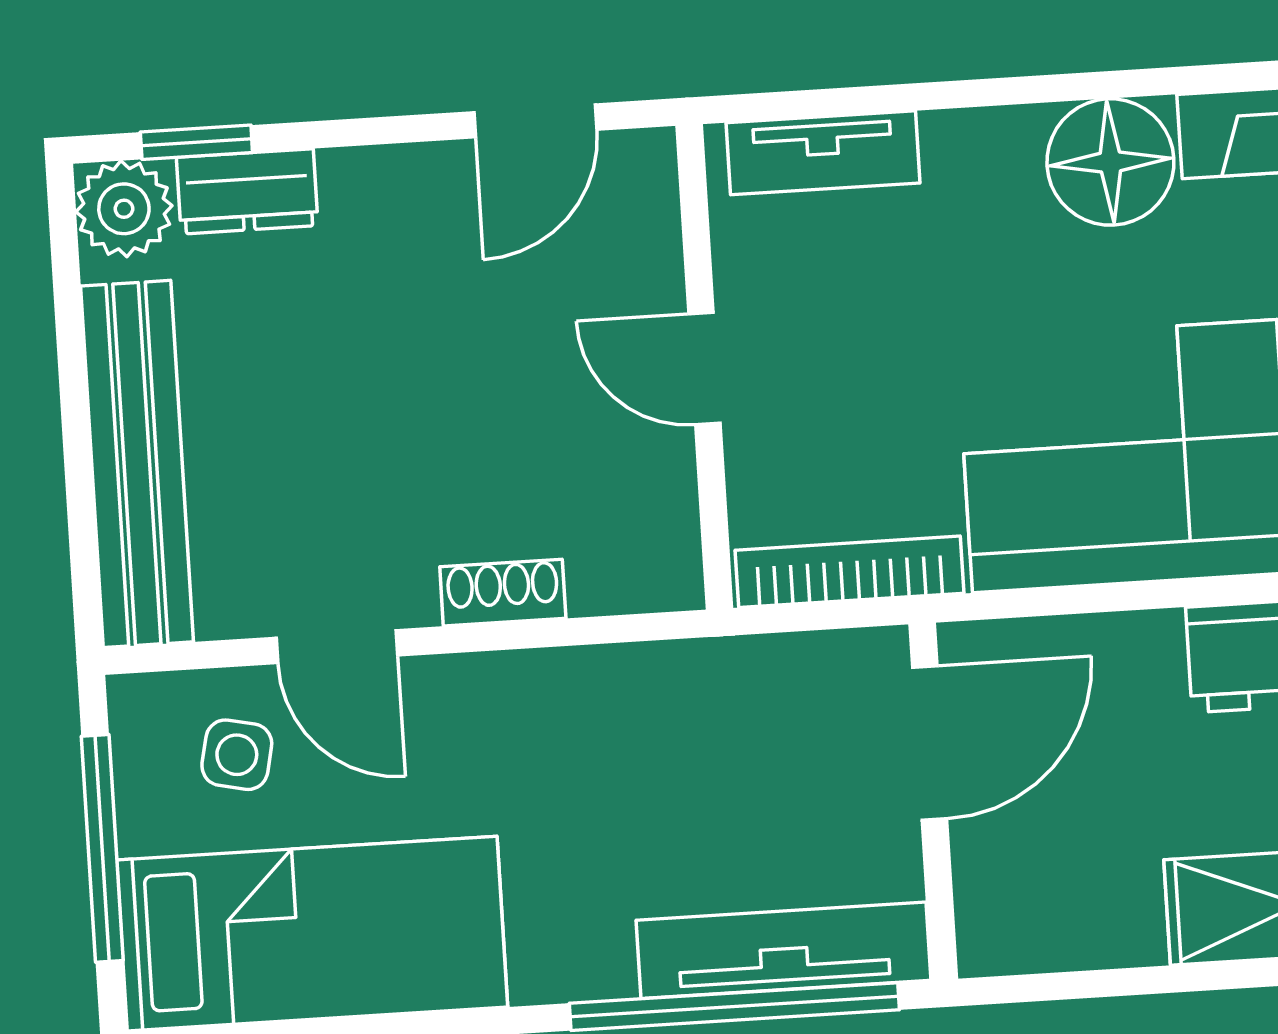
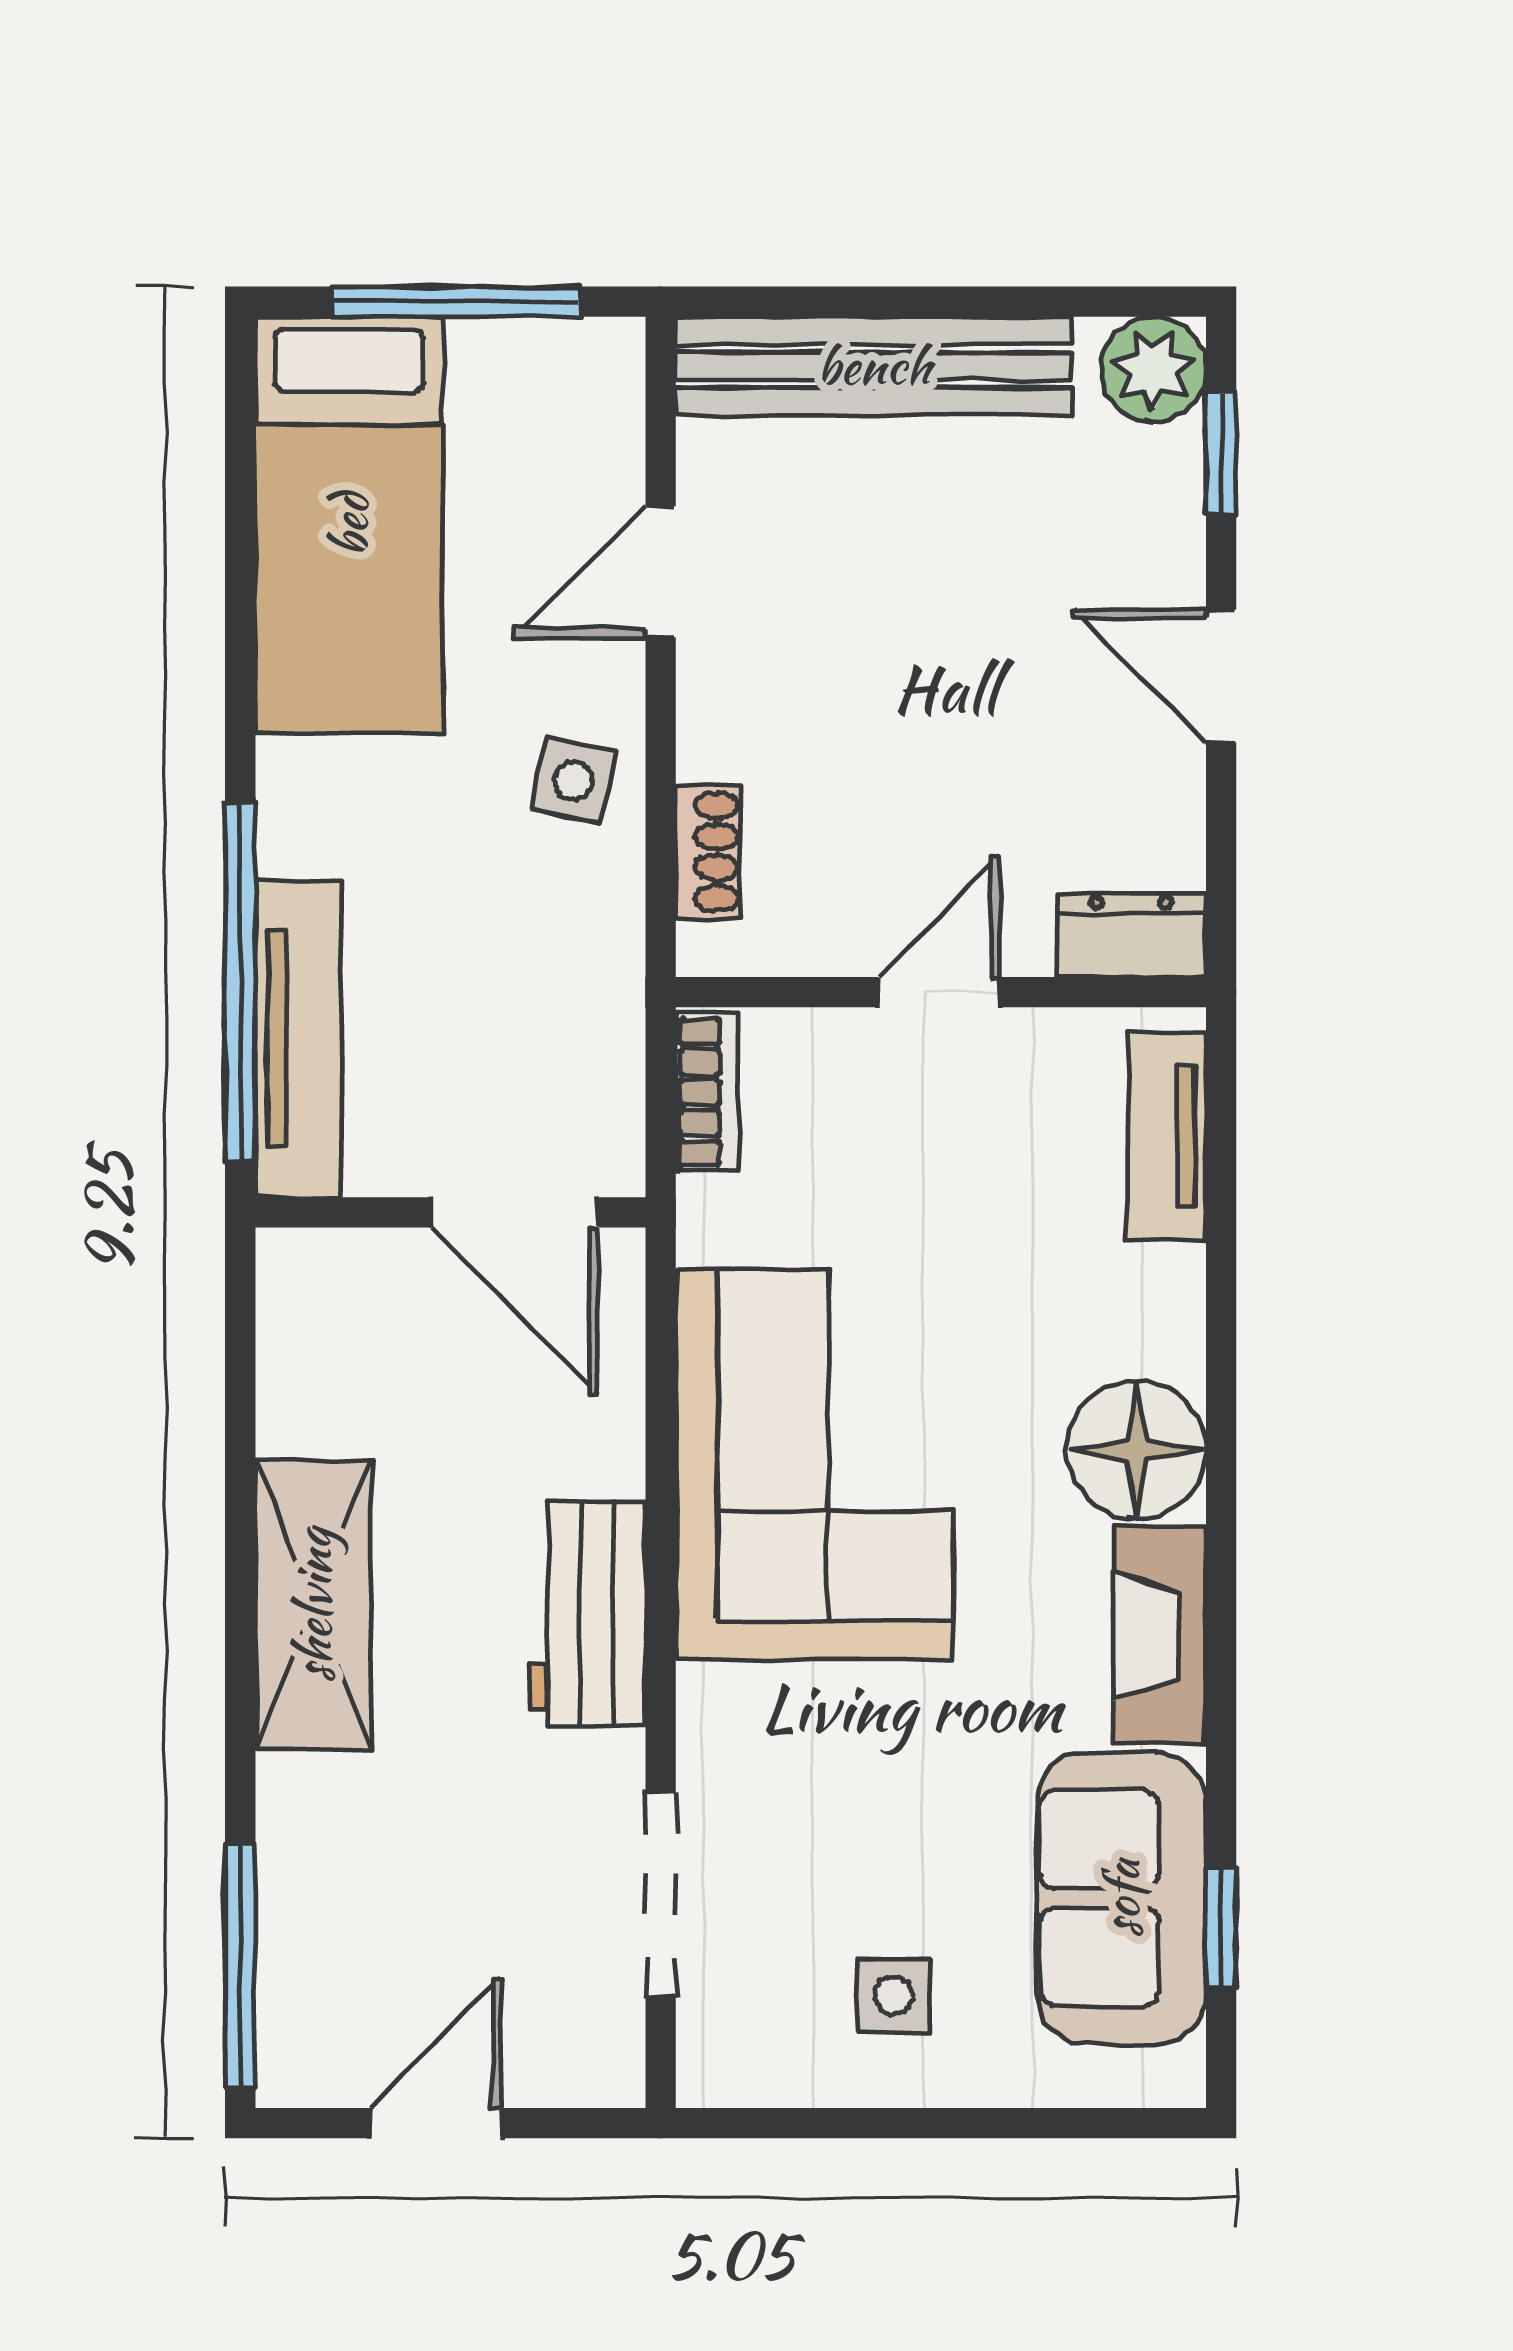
door: (535, 121) -> (1221, 676), moved
dresser: (247, 191) -> (1131, 935), moved, turned 90
bookcase: (850, 572) -> (707, 1092), width x0.64
shoe rack: (503, 593) -> (708, 852), moved
side table: (237, 755) -> (573, 780), moved

